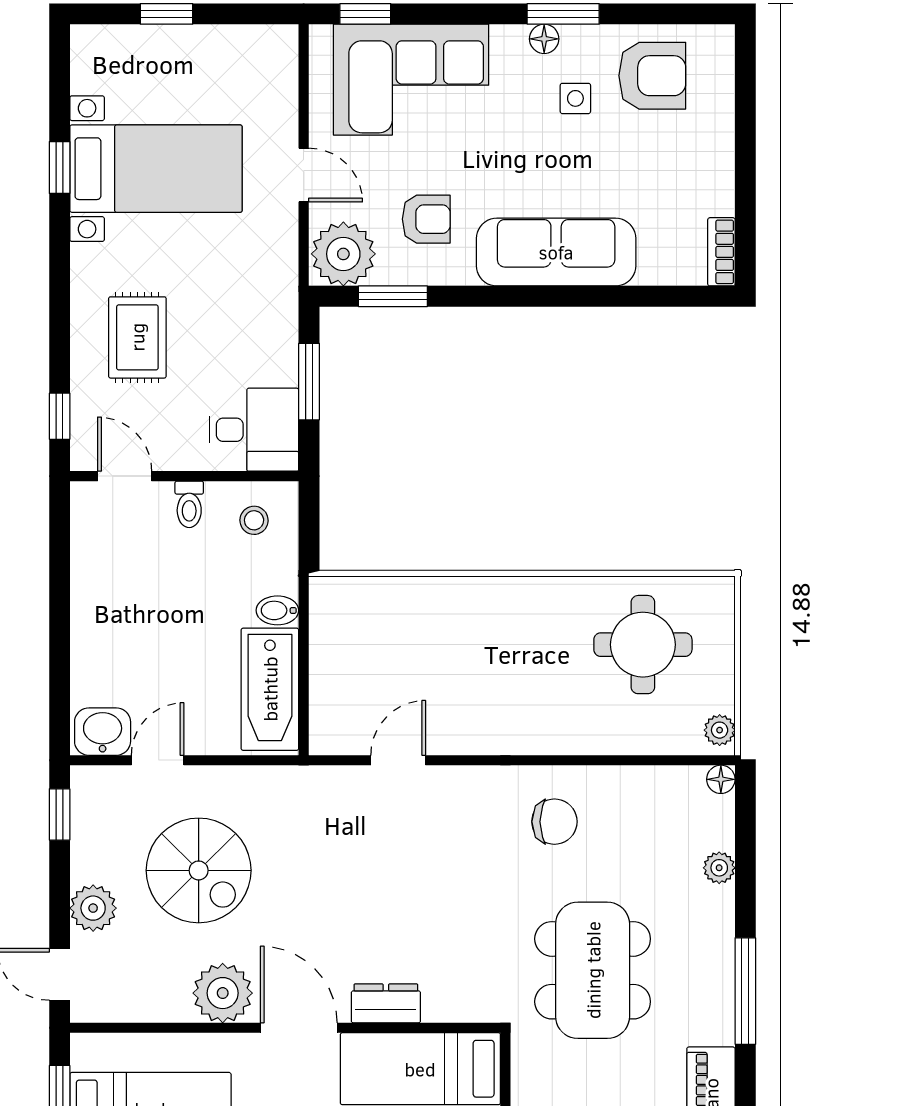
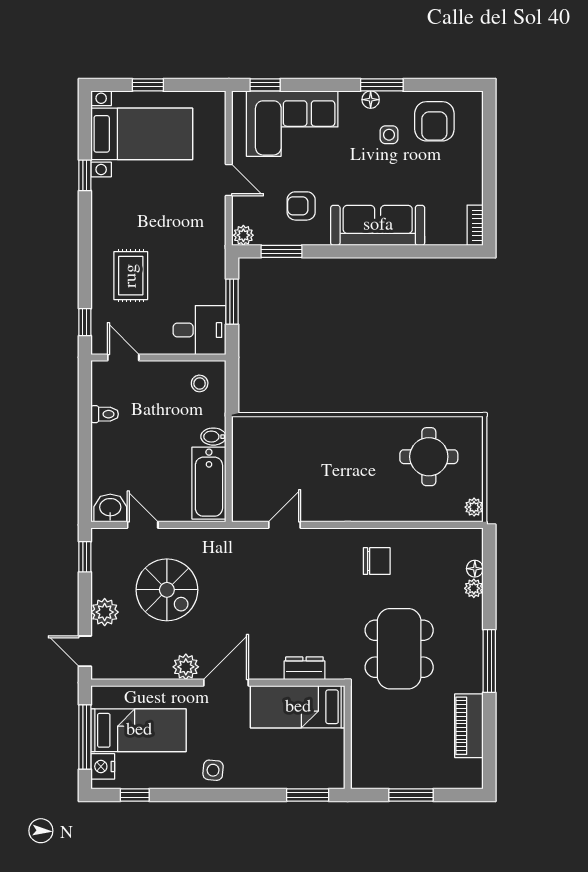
armchair: (652, 76) -> (434, 121), turned 90
bed with nightstands: (156, 169) -> (142, 134), moved
armchair: (426, 219) -> (301, 206), turned 180
plant: (343, 254) -> (243, 235), width x0.53, depth x0.53
toilet: (189, 504) -> (105, 414), moved, turned -90
door: (158, 760) -> (143, 525), hinge flipped
floor lamp: (721, 779) -> (475, 569), moved
plant: (223, 993) -> (186, 667), width x0.73, depth x0.73
dresser: (386, 1003) -> (304, 668), moved
door: (299, 1028) -> (226, 683), hinge flipped

